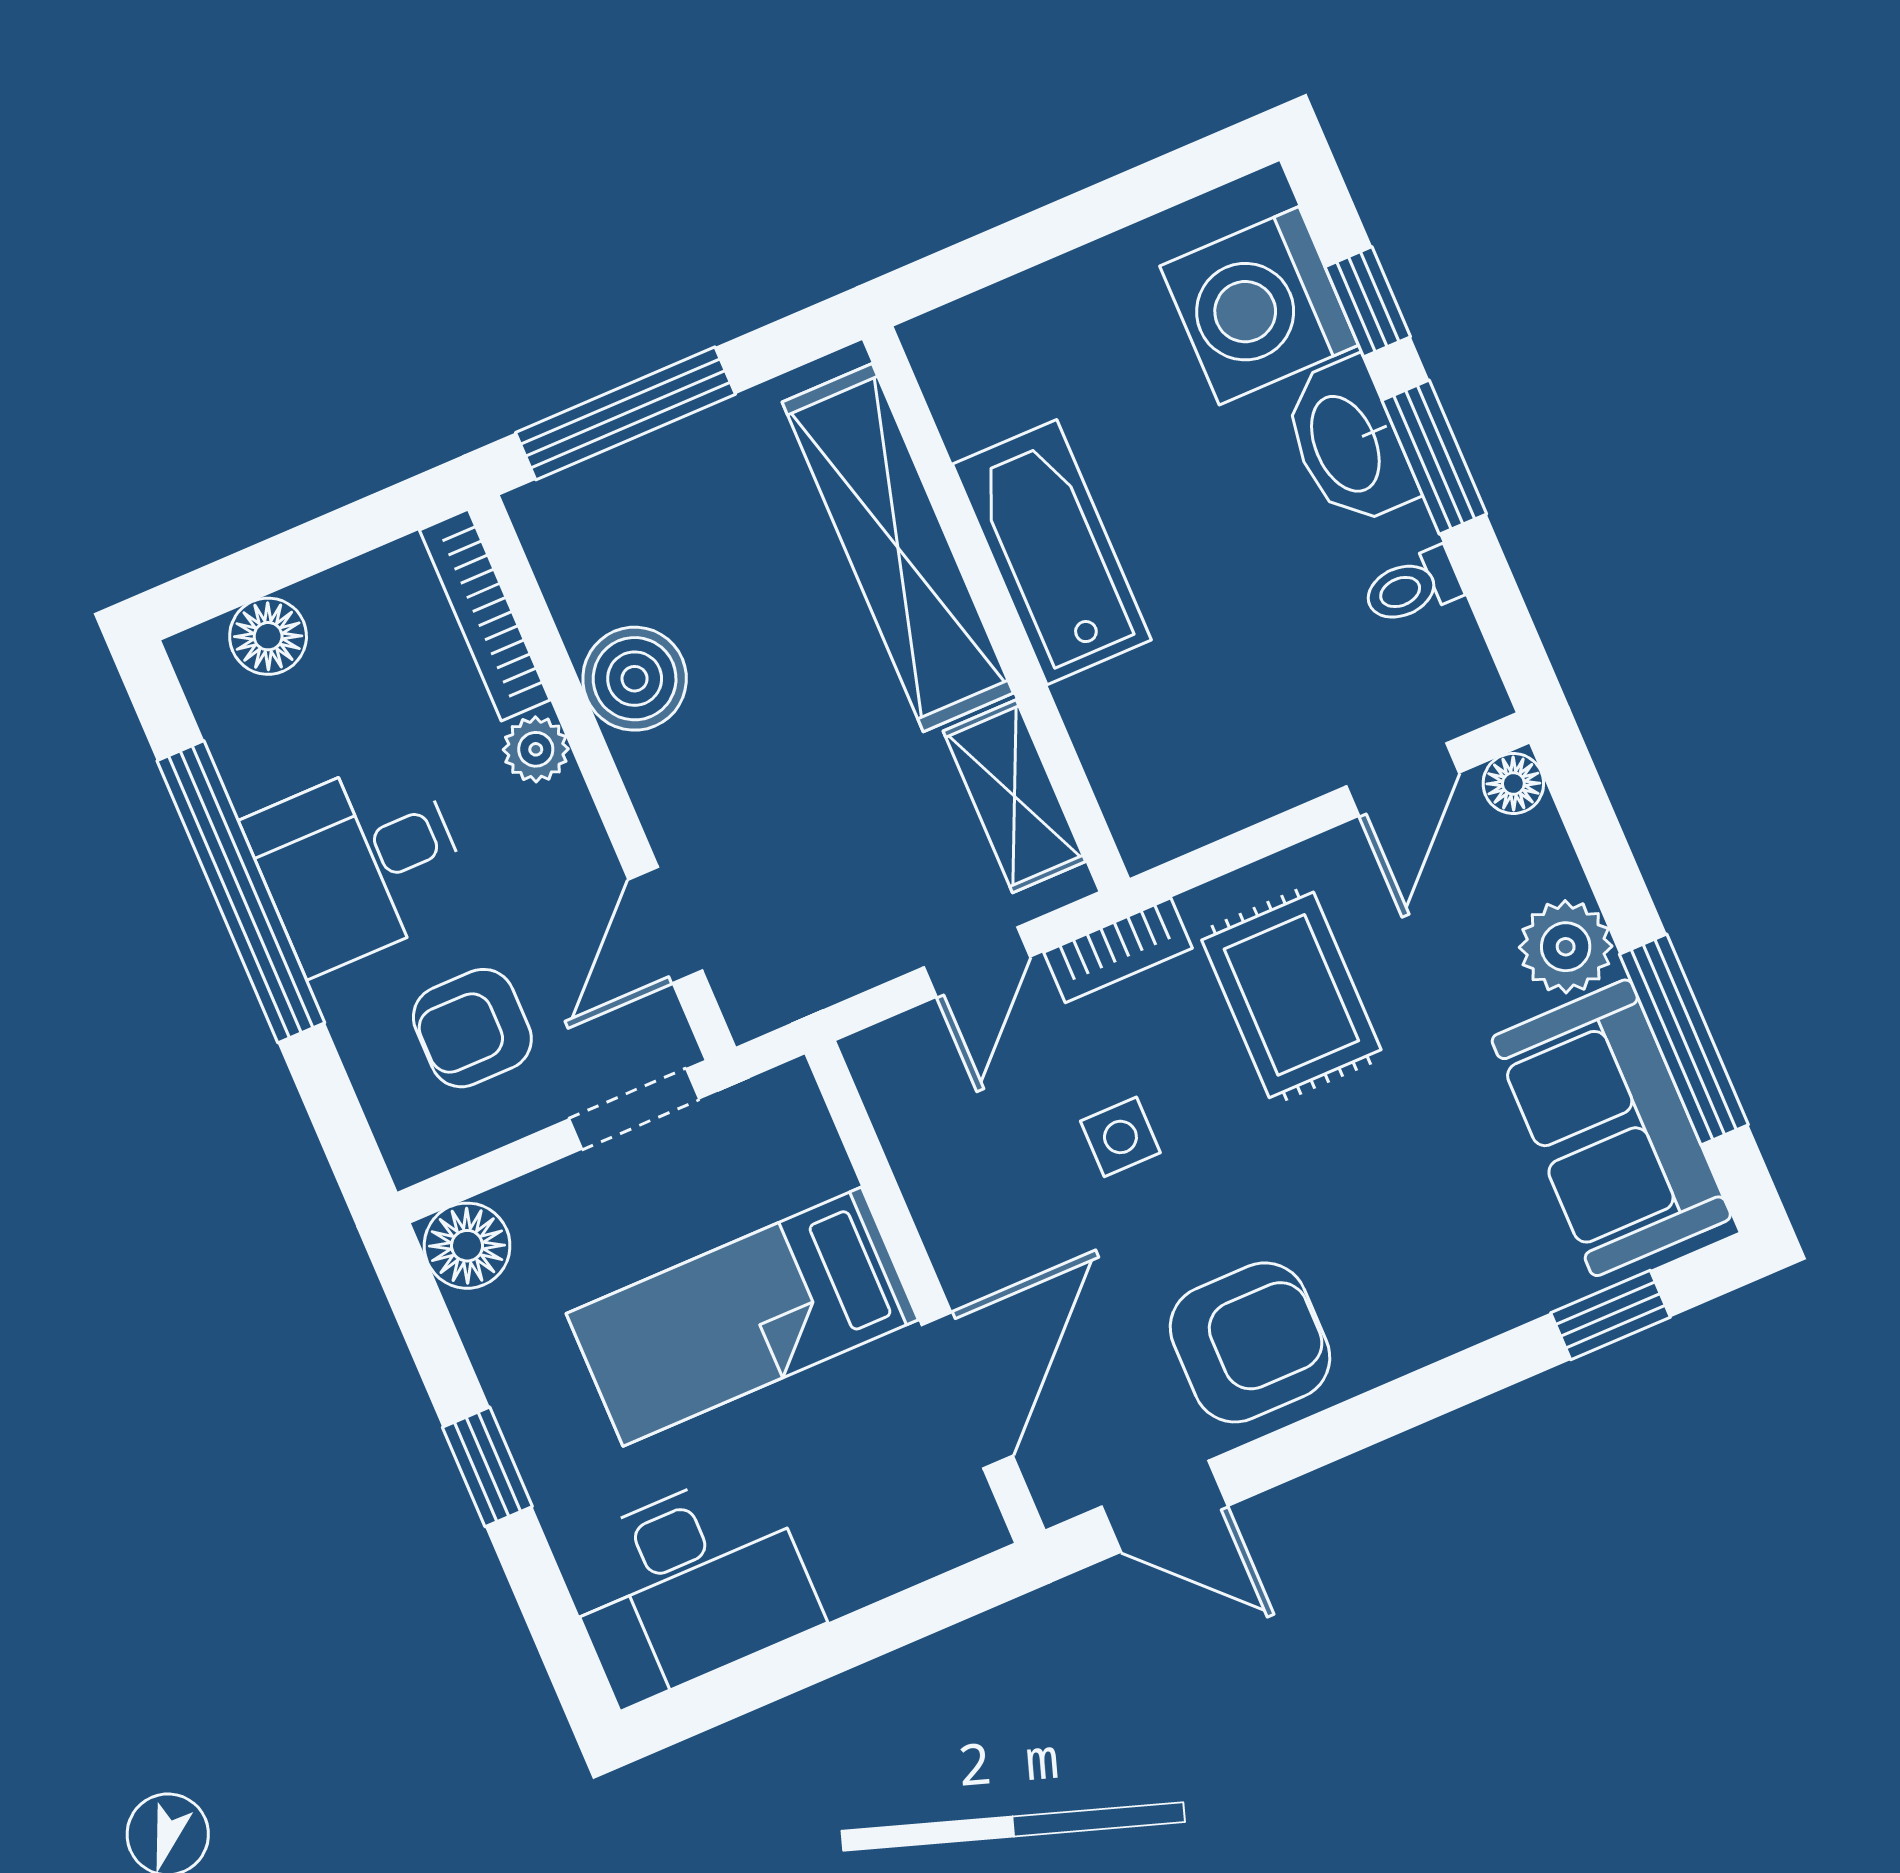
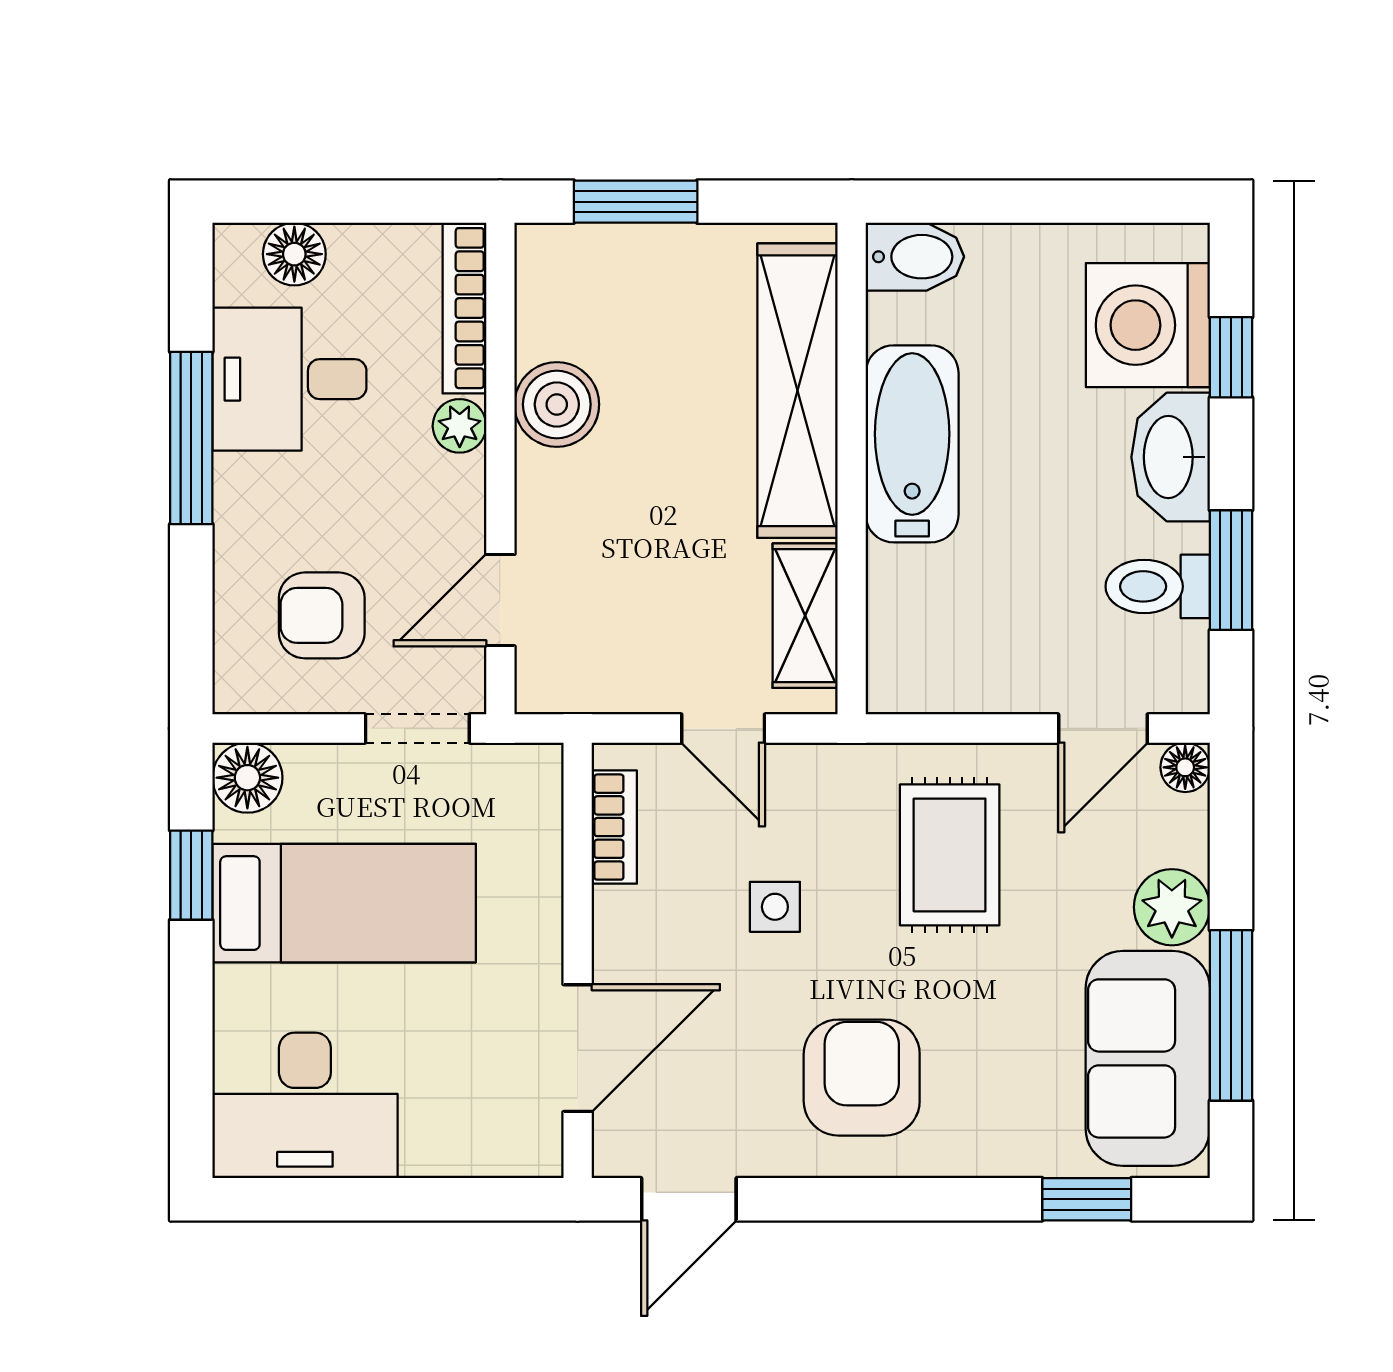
bidet: (965, 341) -> (915, 257), added
window: (625, 413) -> (636, 202), width x0.69
window: (1434, 457) -> (1231, 570), moved
toilet: (1412, 587) -> (1158, 586), width x1.37, depth x1.39
desk: (359, 863) -> (289, 379), moved
window: (241, 892) -> (191, 438), width x0.68
bookcase: (1118, 950) -> (614, 827), moved, turned -90
door: (977, 962) -> (723, 729), hinge flipped
bed: (742, 1317) -> (344, 903), moved, turned 180
armchair: (1250, 1342) -> (862, 1078), moved, turned -90
window: (487, 1467) -> (191, 875), moved
door: (1165, 1506) -> (689, 1199), hinge flipped

